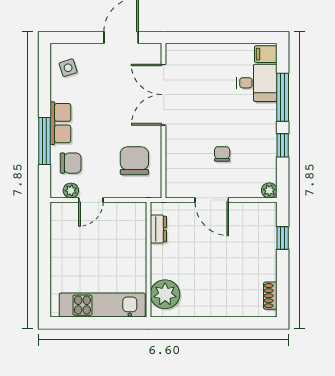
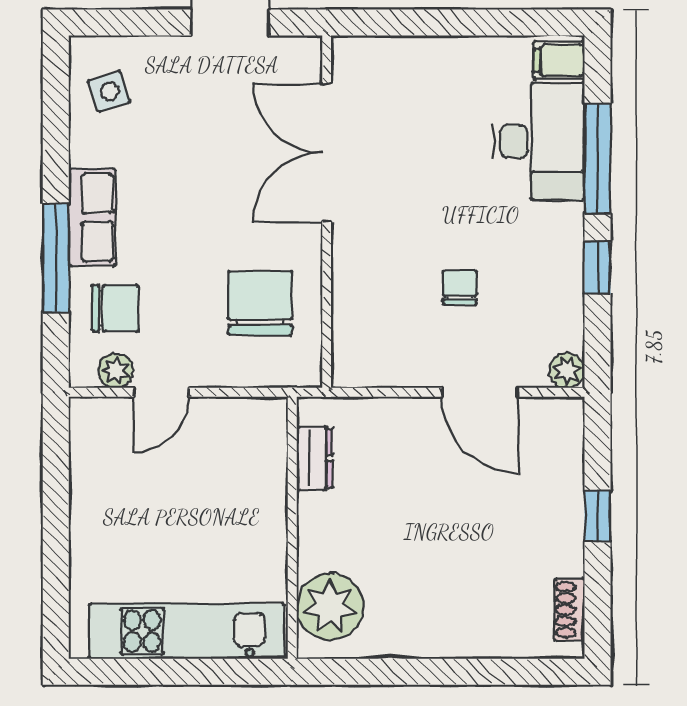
desk: (257, 83) -> (539, 141), width x1.37
door: (212, 200) -> (480, 392), moved
window: (283, 238) -> (597, 516), moved

